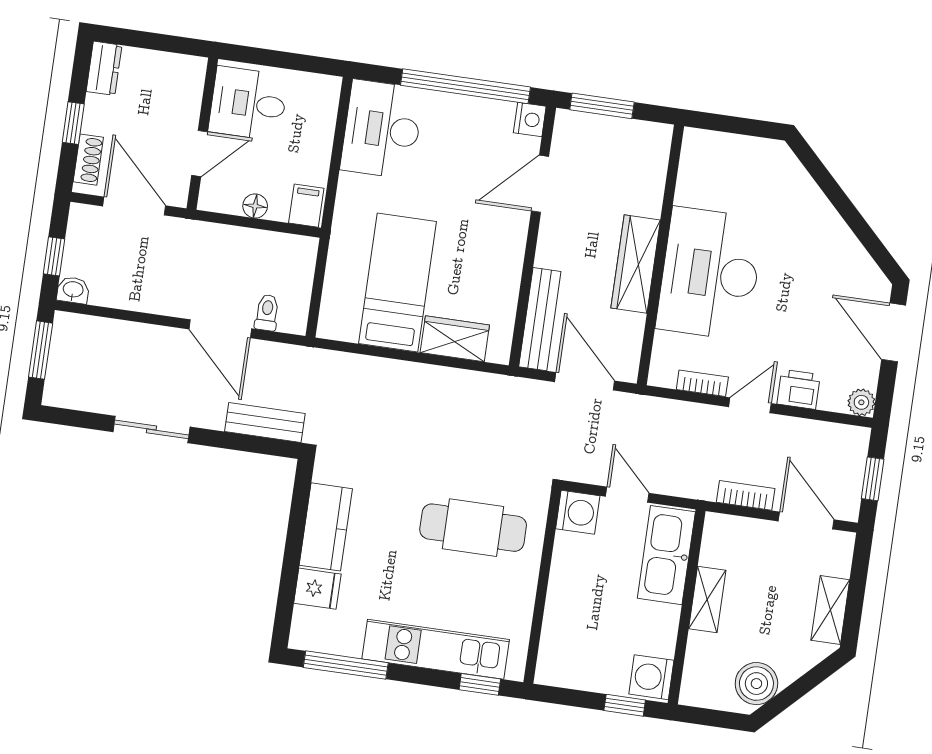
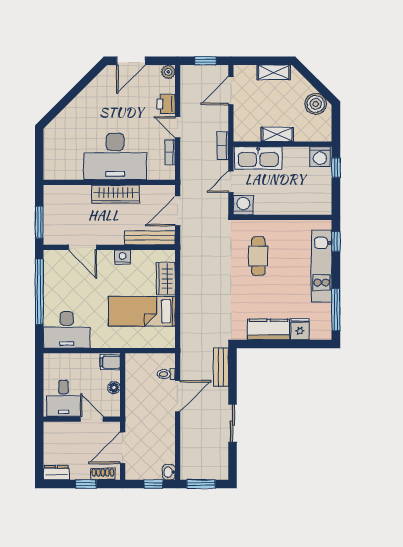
nightstand: (530, 120) -> (123, 257), moved
bookcase: (746, 495) -> (223, 146), moved
cafe table: (473, 528) -> (258, 256), width x0.73, depth x0.74

